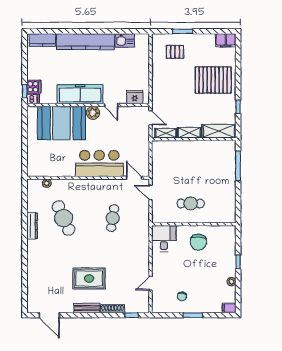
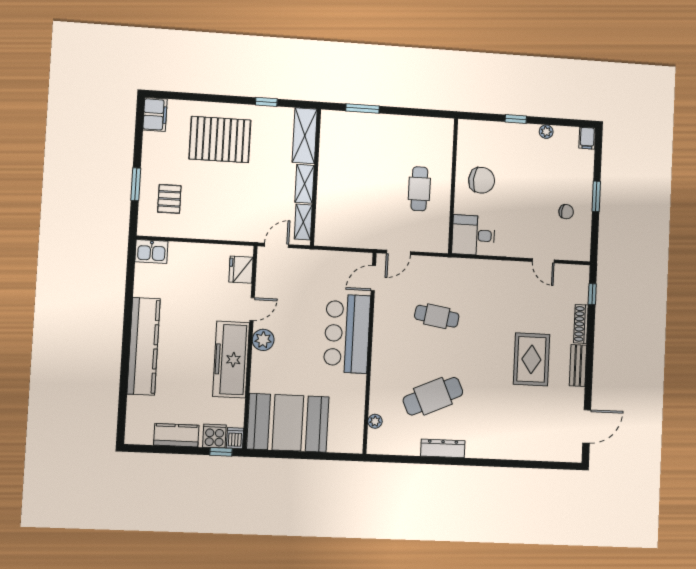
kitchen counter: (42, 40) -> (176, 435), moved, turned -90
kitchen sink: (125, 40) -> (151, 252), moved, turned 90
pallet: (213, 80) -> (220, 139), turned 90
booth: (62, 123) -> (288, 423), moved, turned 90
window: (238, 166) -> (363, 109), width x0.69

